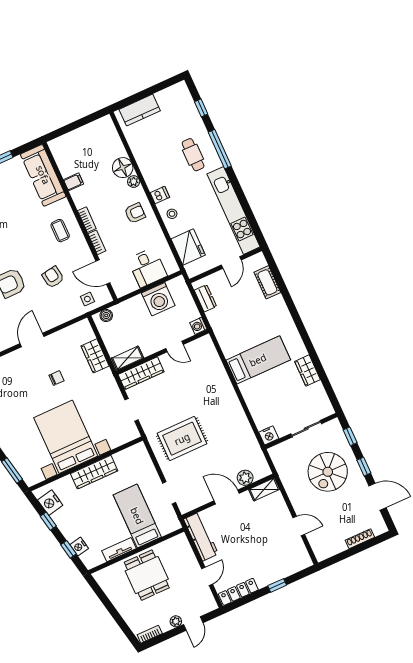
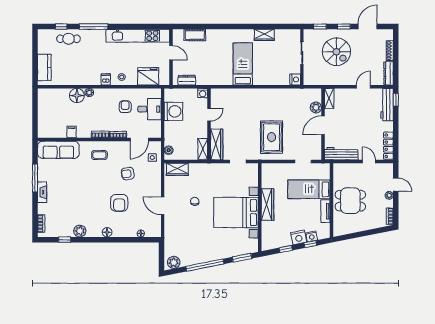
cafe table: (193, 155) -> (69, 39), moved
armchair: (135, 213) -> (125, 107), moved
wardrobe: (95, 356) -> (177, 169), moved
nightstand: (50, 503) -> (299, 237), moved
dresser: (330, 550) -> (389, 73), added
workbench: (290, 566) -> (387, 105), added
window: (277, 585) -> (396, 100), moved

